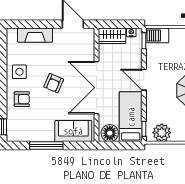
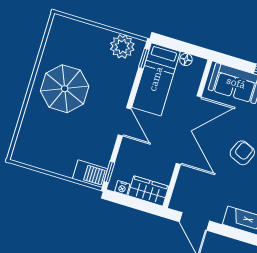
floor lamp: (110, 133) -> (186, 60), width x0.53, depth x0.53

